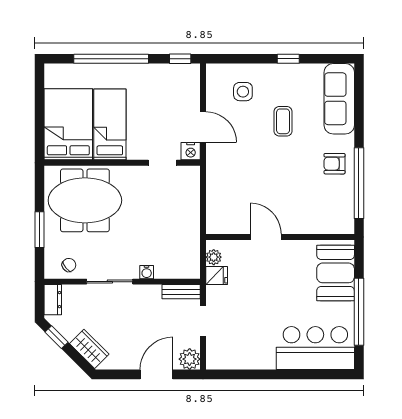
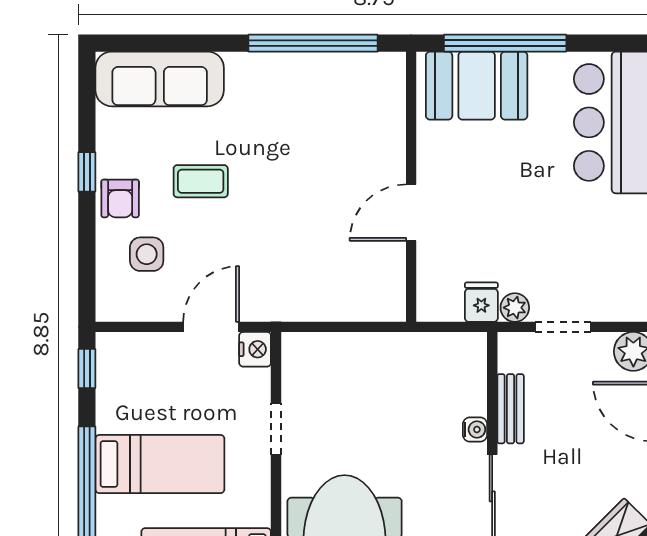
bed: (110, 124) -> (160, 464), moved, turned 180
doorway: (162, 163) -> (276, 429), moved
armchair: (334, 164) -> (120, 198), moved
plant: (214, 257) -> (515, 308), moved
bench: (181, 292) -> (511, 409), moved
window: (359, 312) -> (505, 43), moved

